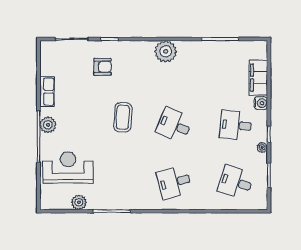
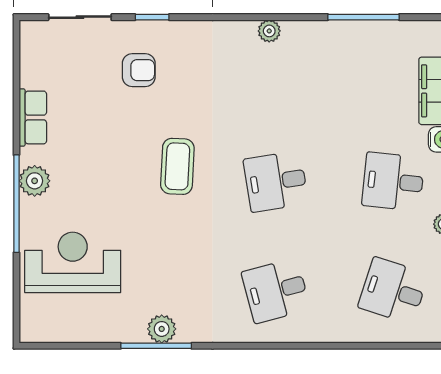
plant: (166, 51) -> (269, 31), width x0.53, depth x0.53
desk: (174, 125) -> (276, 181), turned -33
plant: (79, 202) -> (162, 329), moved

